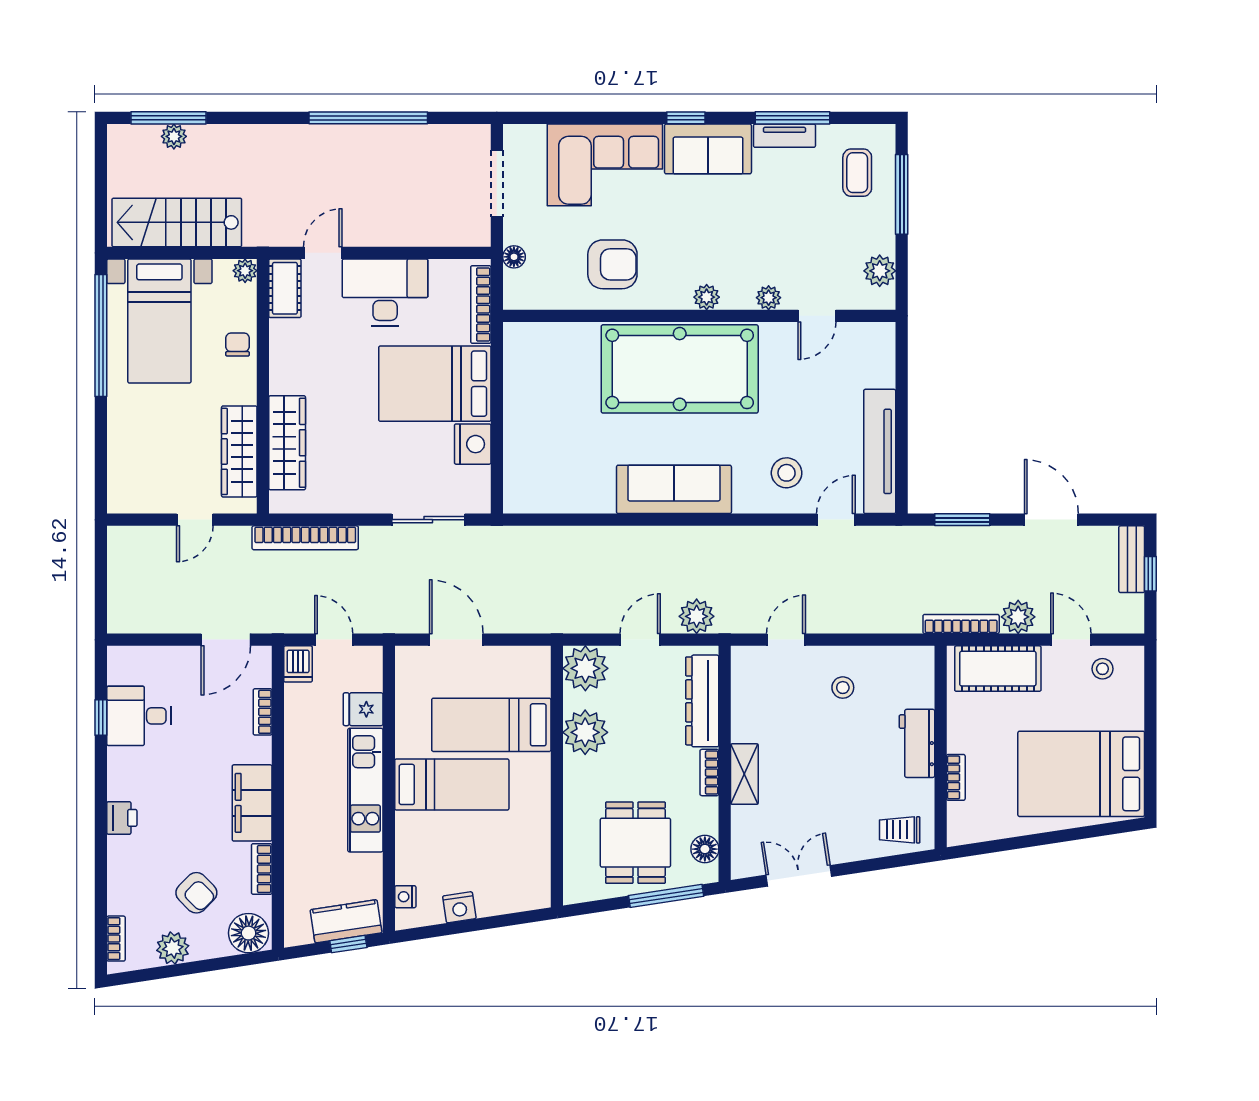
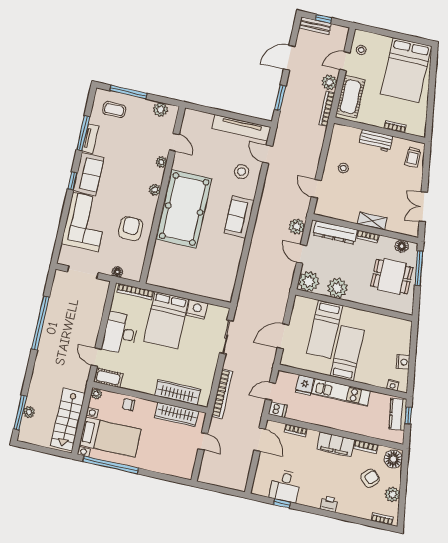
sofa: (674, 489) -> (239, 217), width x0.73

